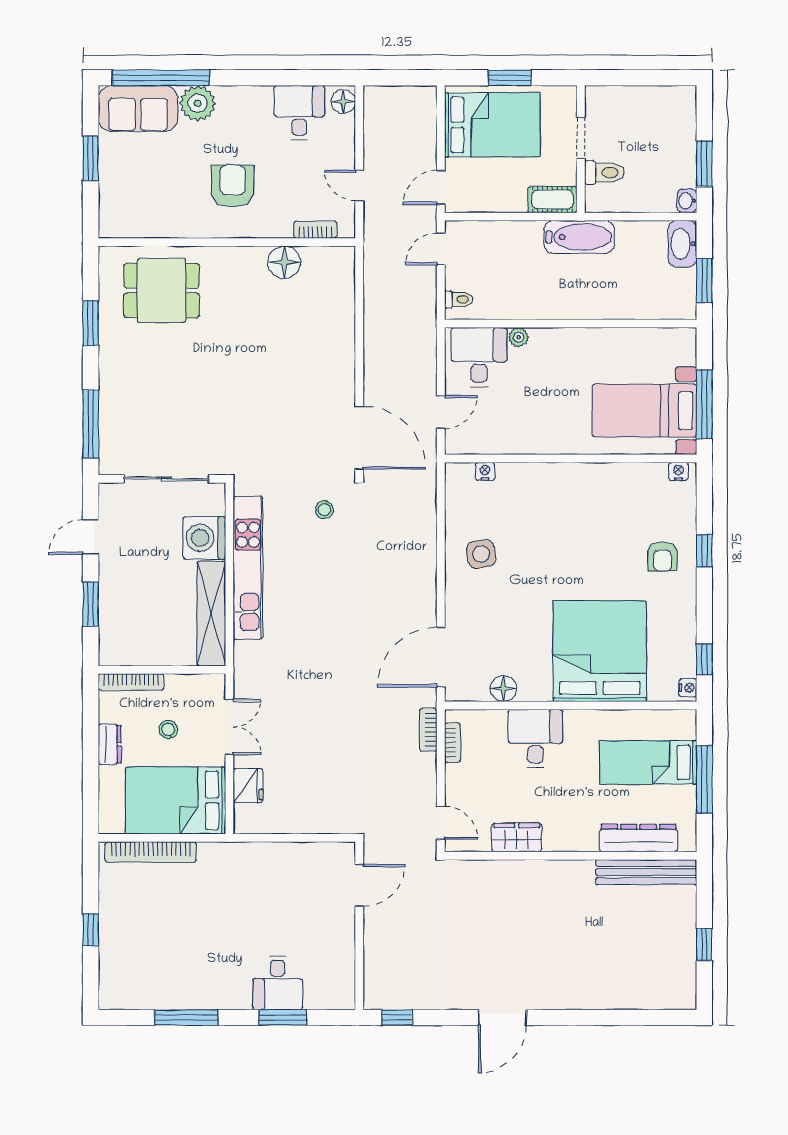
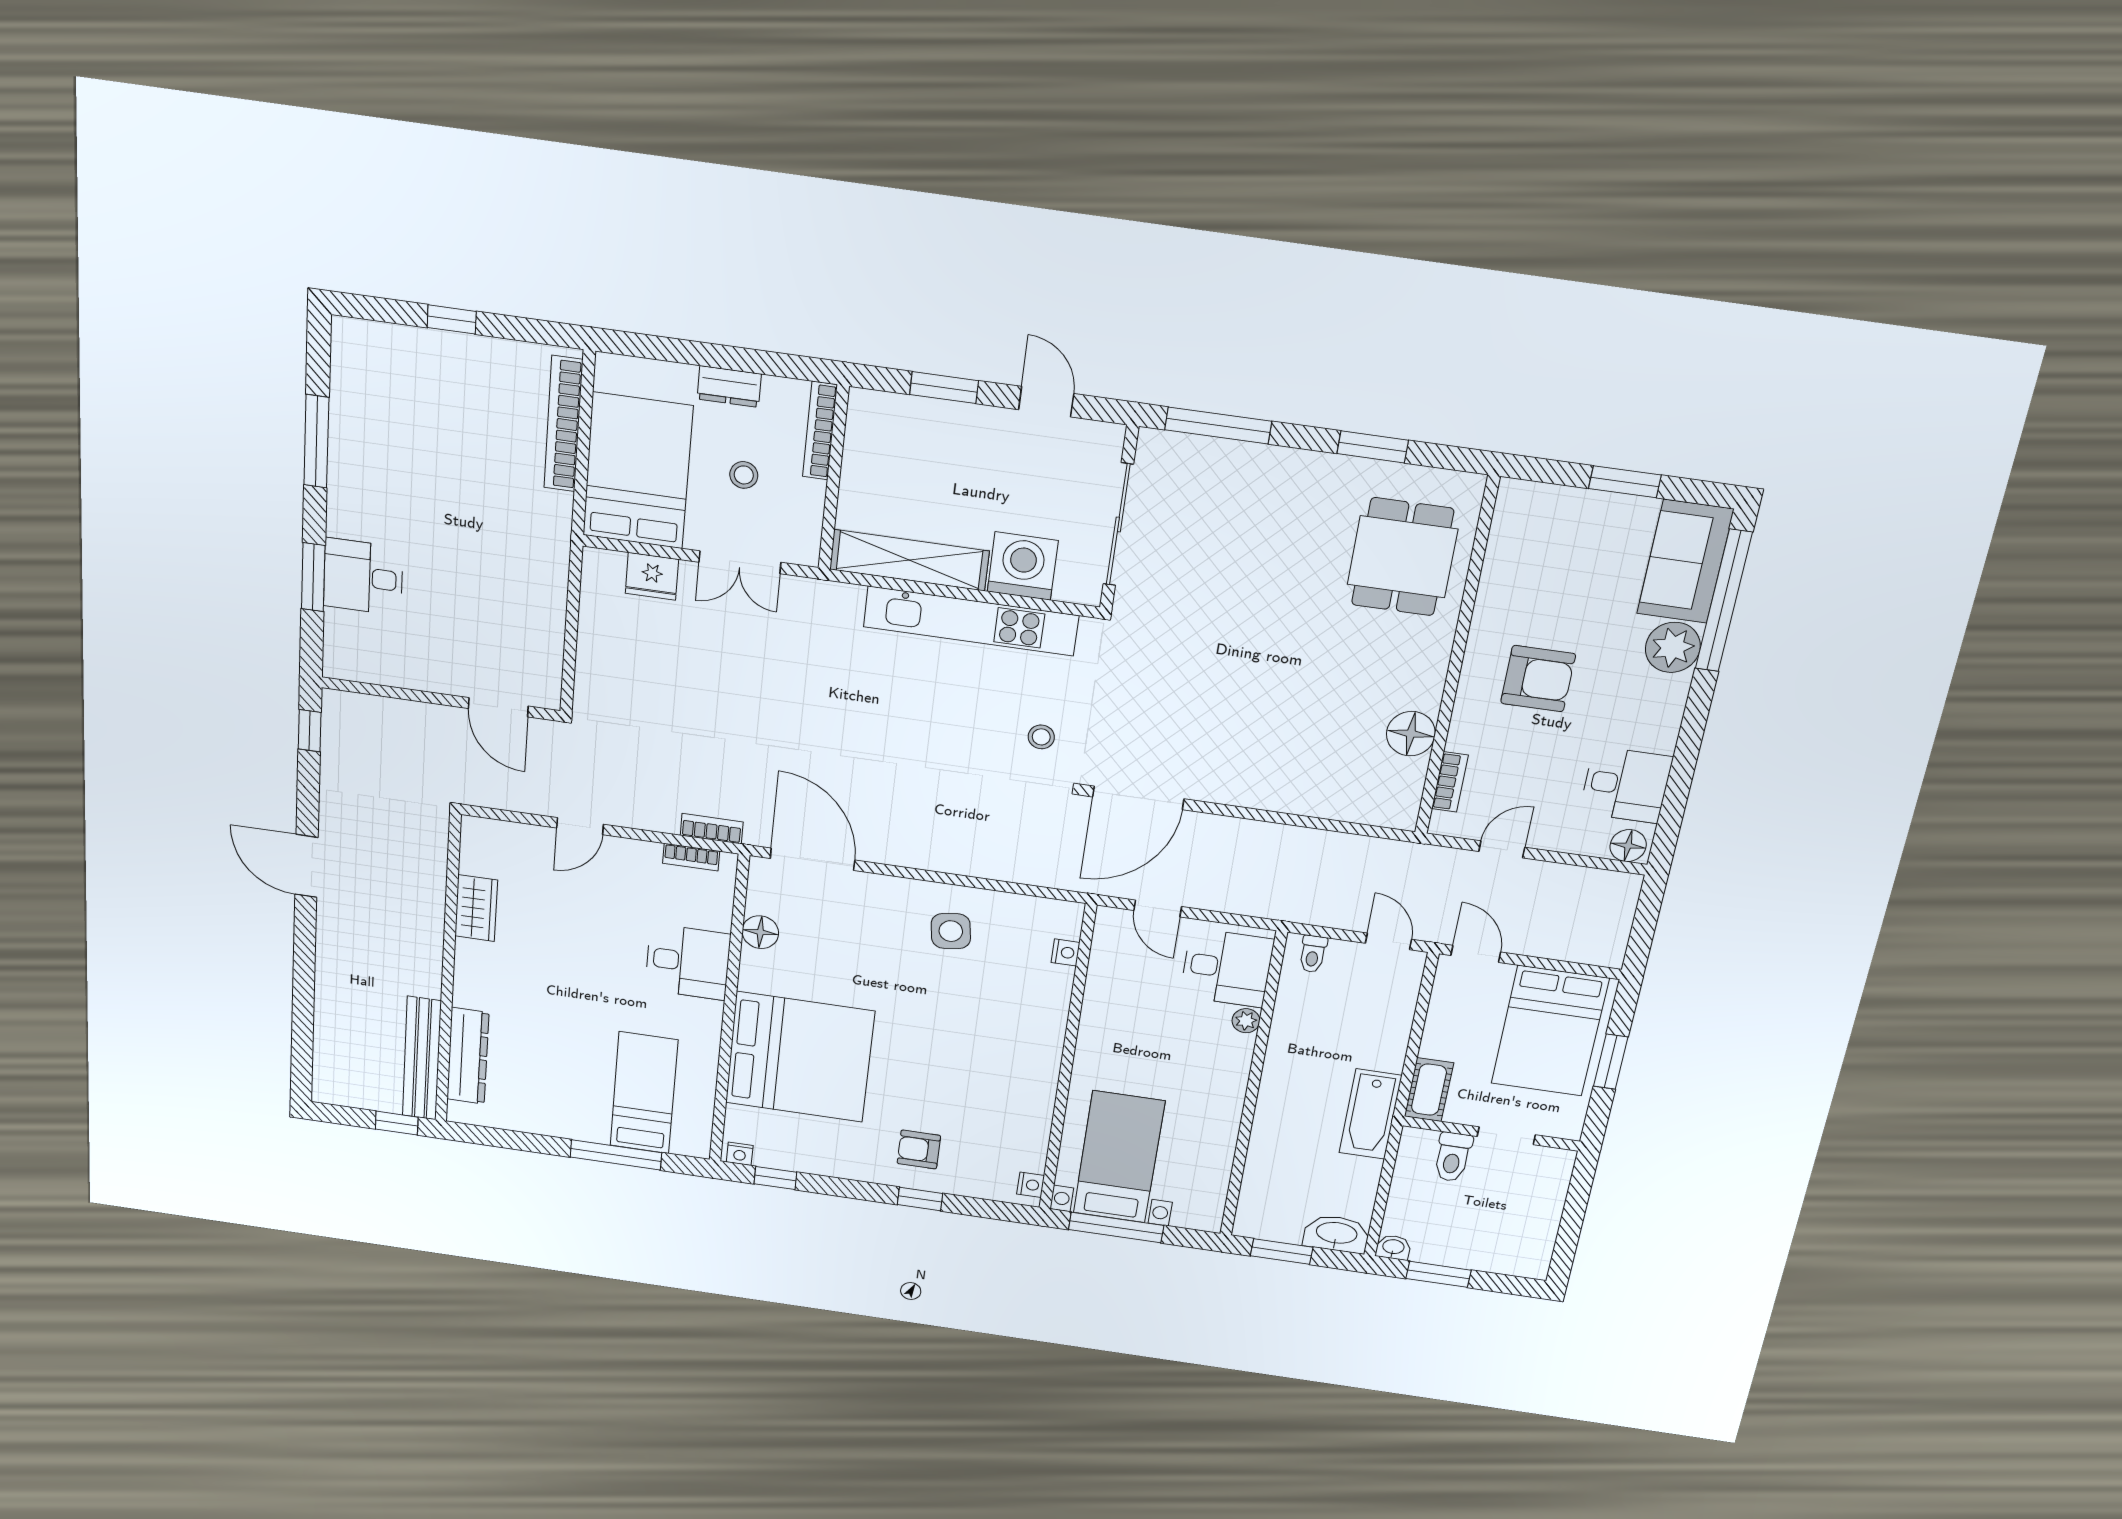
wardrobe: (517, 838) -> (476, 908), moved
dresser: (639, 838) -> (468, 1056), moved
wall: (571, 856) -> (448, 971), moved
bench: (646, 872) -> (422, 1058), moved

